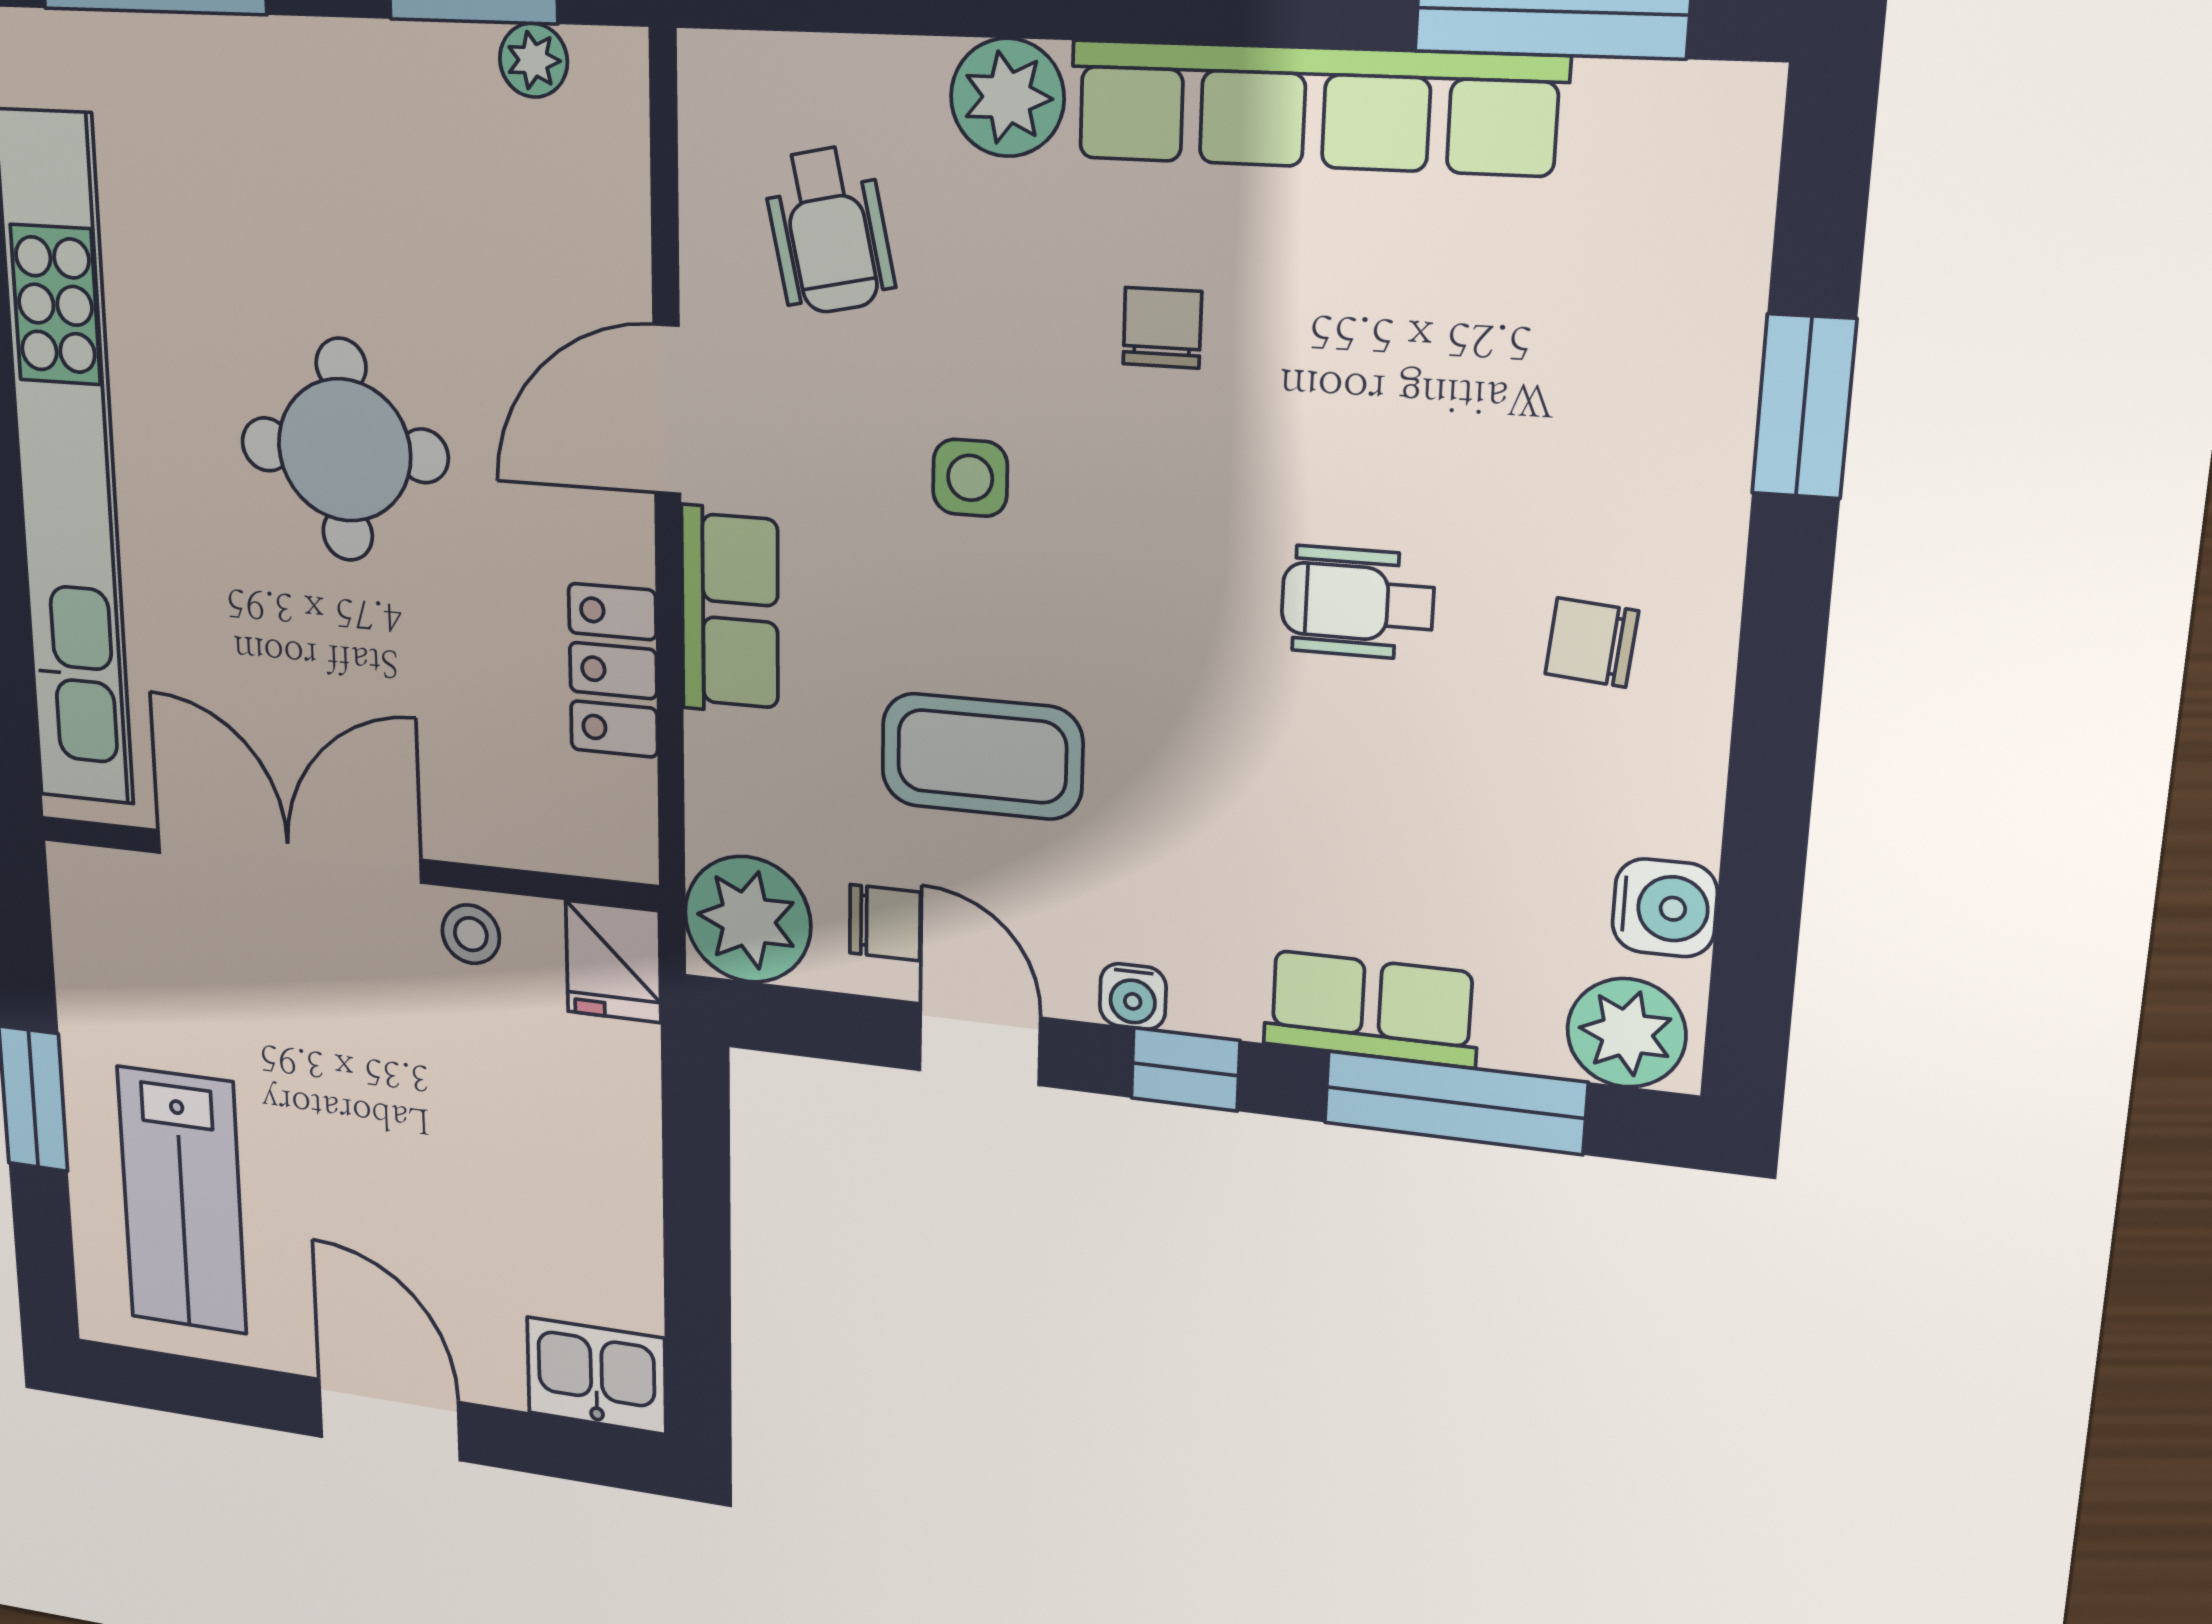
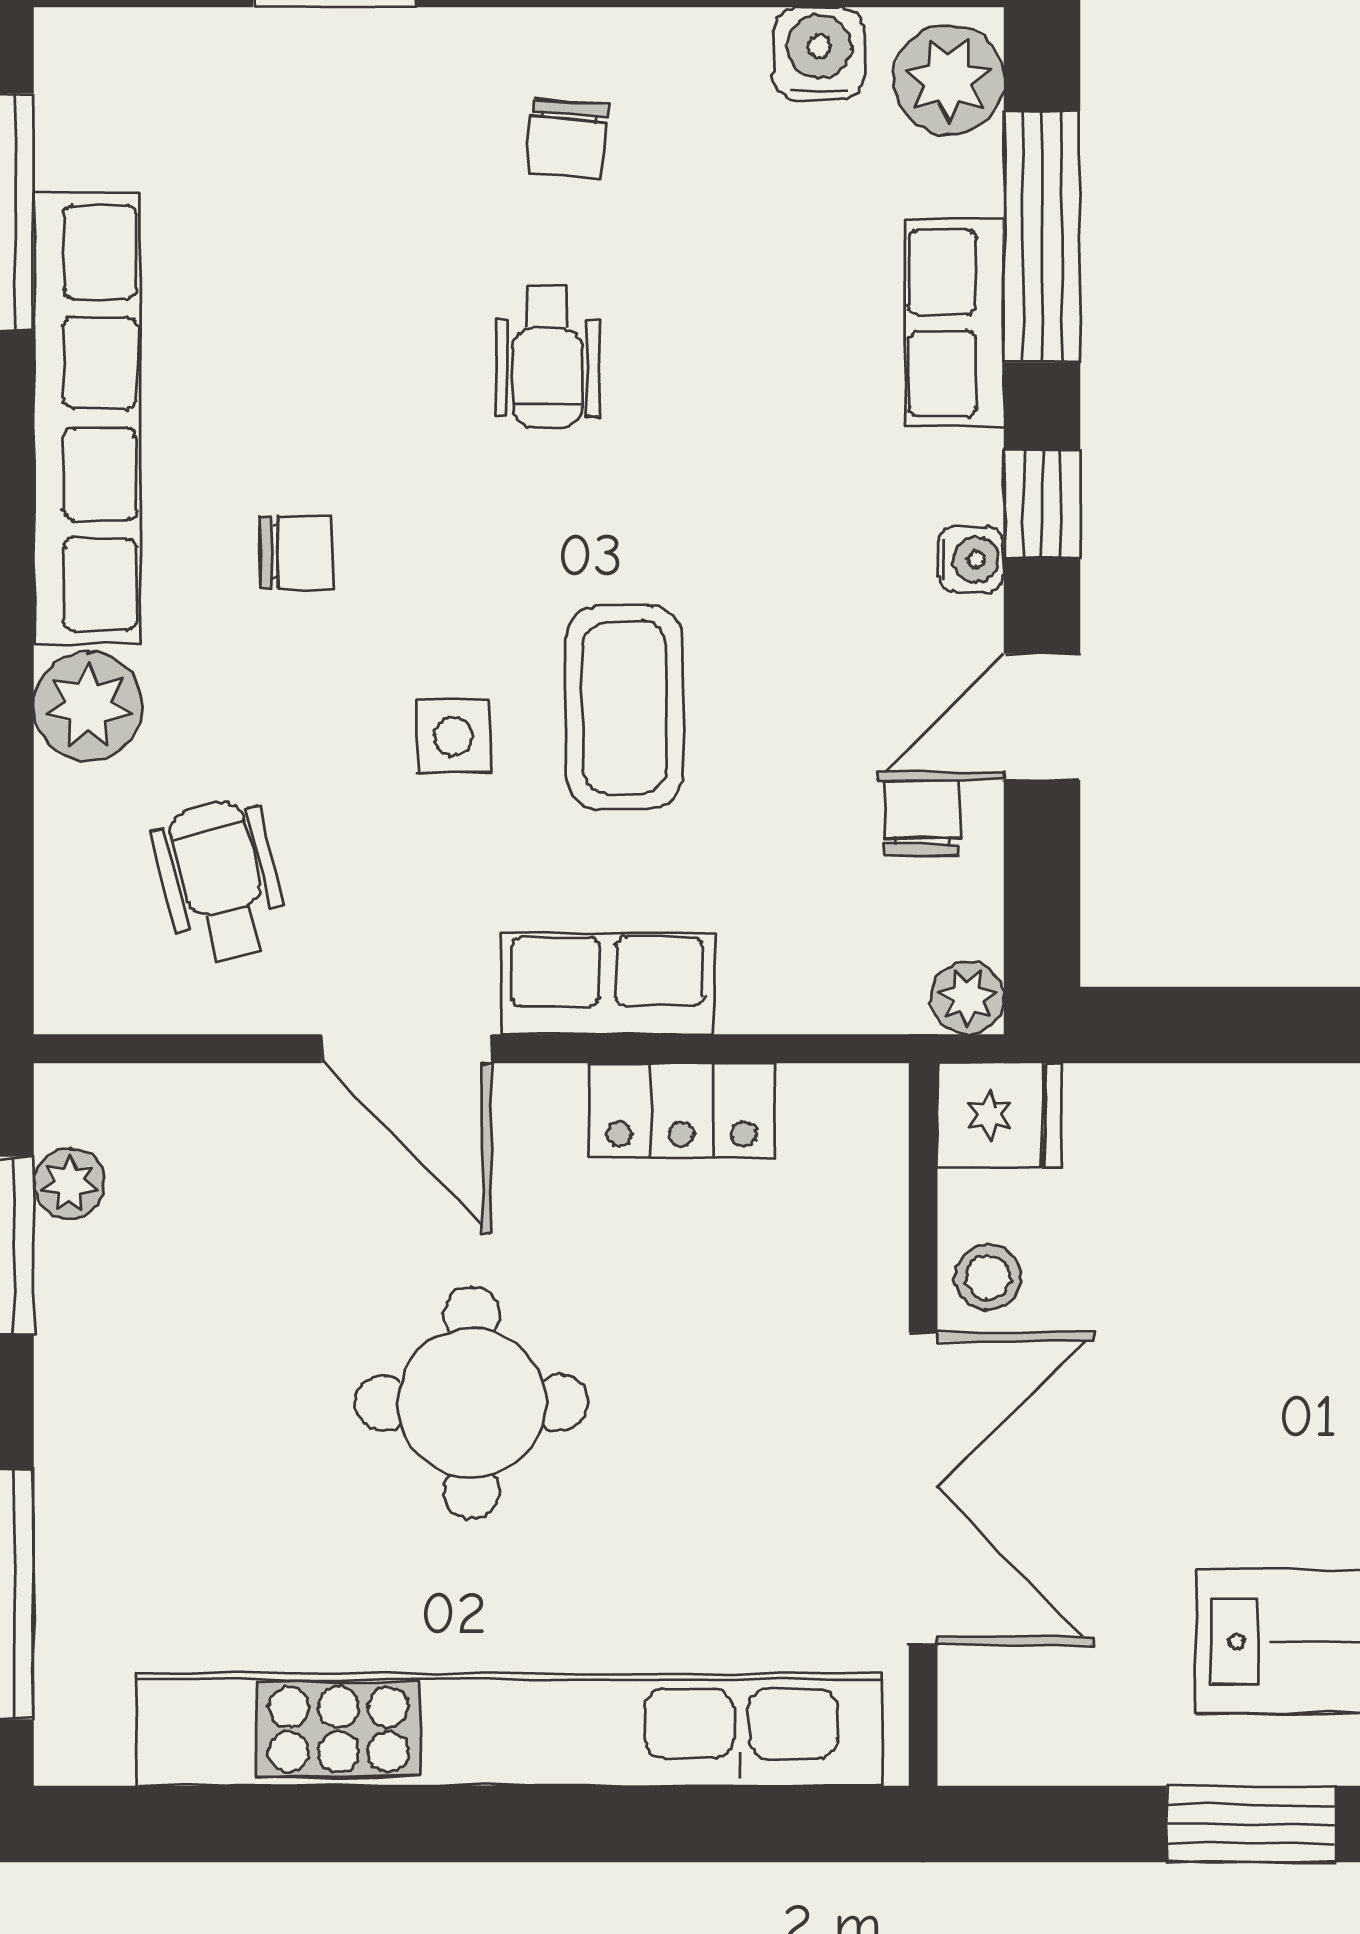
wheelchair: (829, 230) -> (221, 881), turned -92
chair: (1162, 328) -> (297, 552), turned 180
coffee table: (982, 756) -> (625, 707), moved
double door: (288, 856) -> (923, 1489), swing flipped
plant: (748, 919) -> (967, 998), width x0.53, depth x0.53

